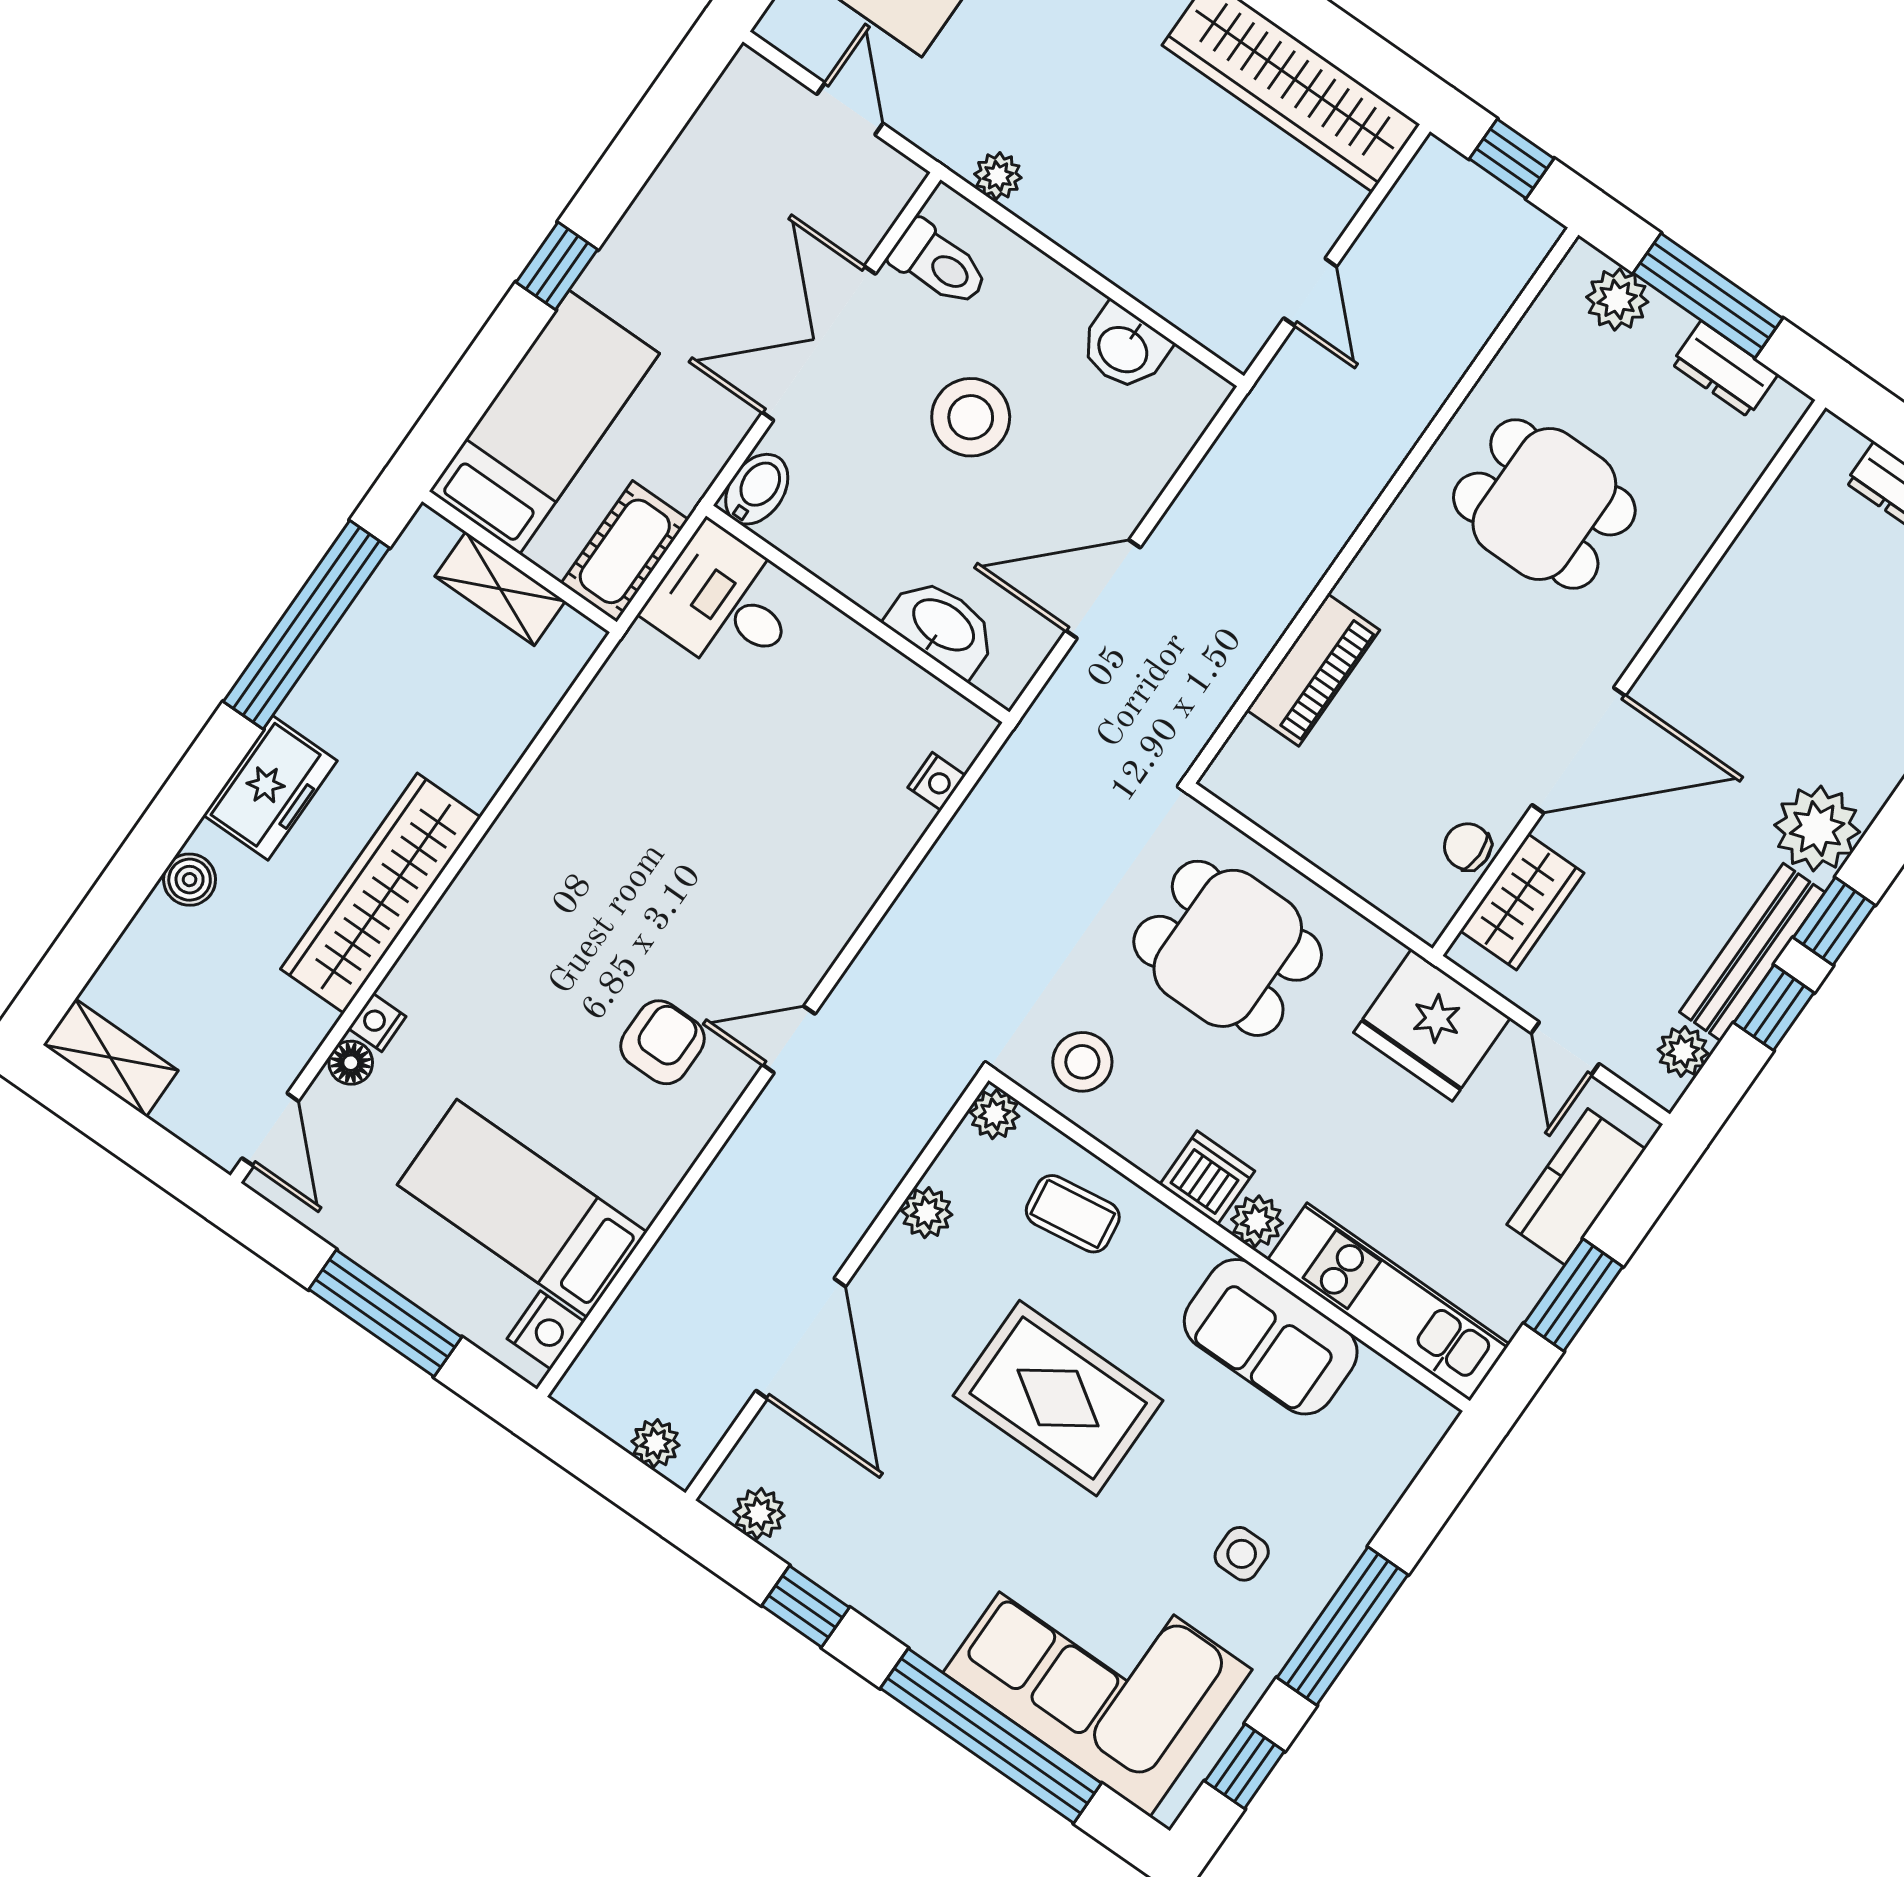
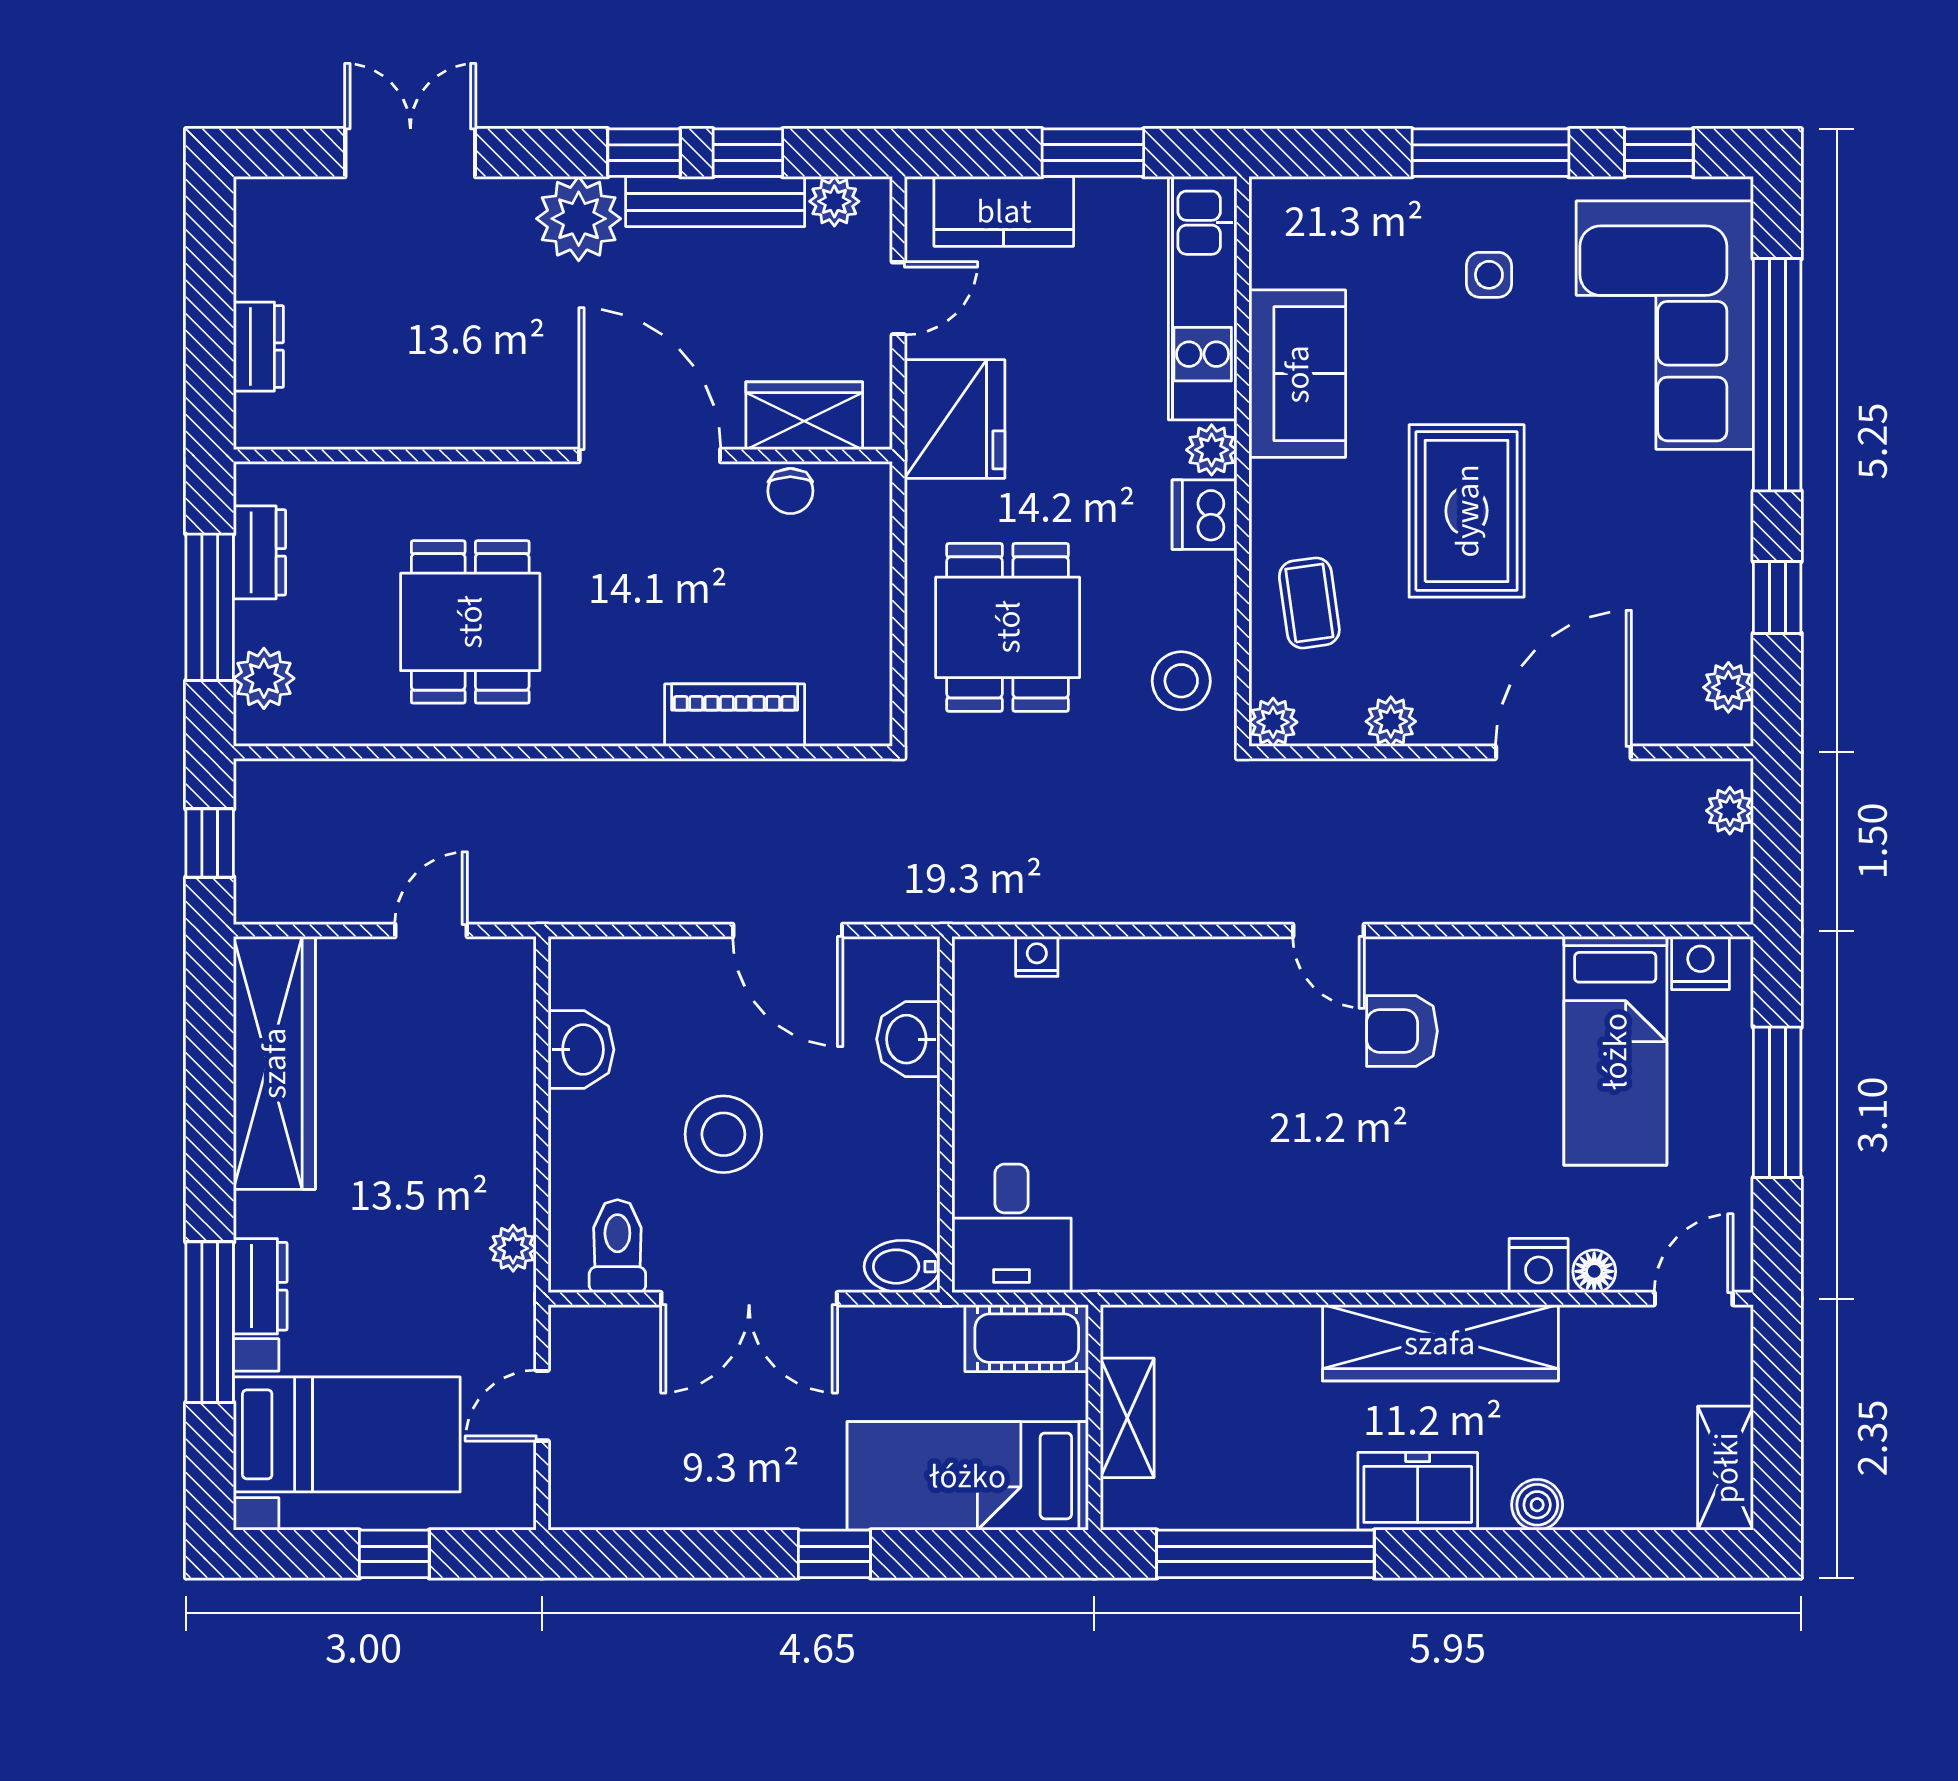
washbasin: (942, 626) -> (908, 1039), width x0.72
nightstand: (377, 1023) -> (1539, 1266), width x1.39, depth x1.35

